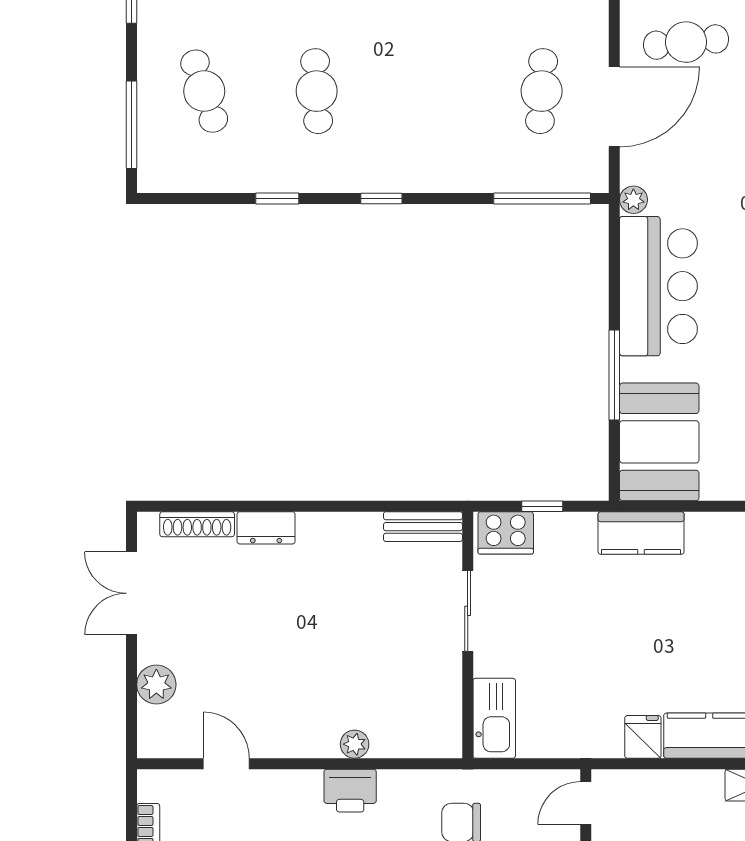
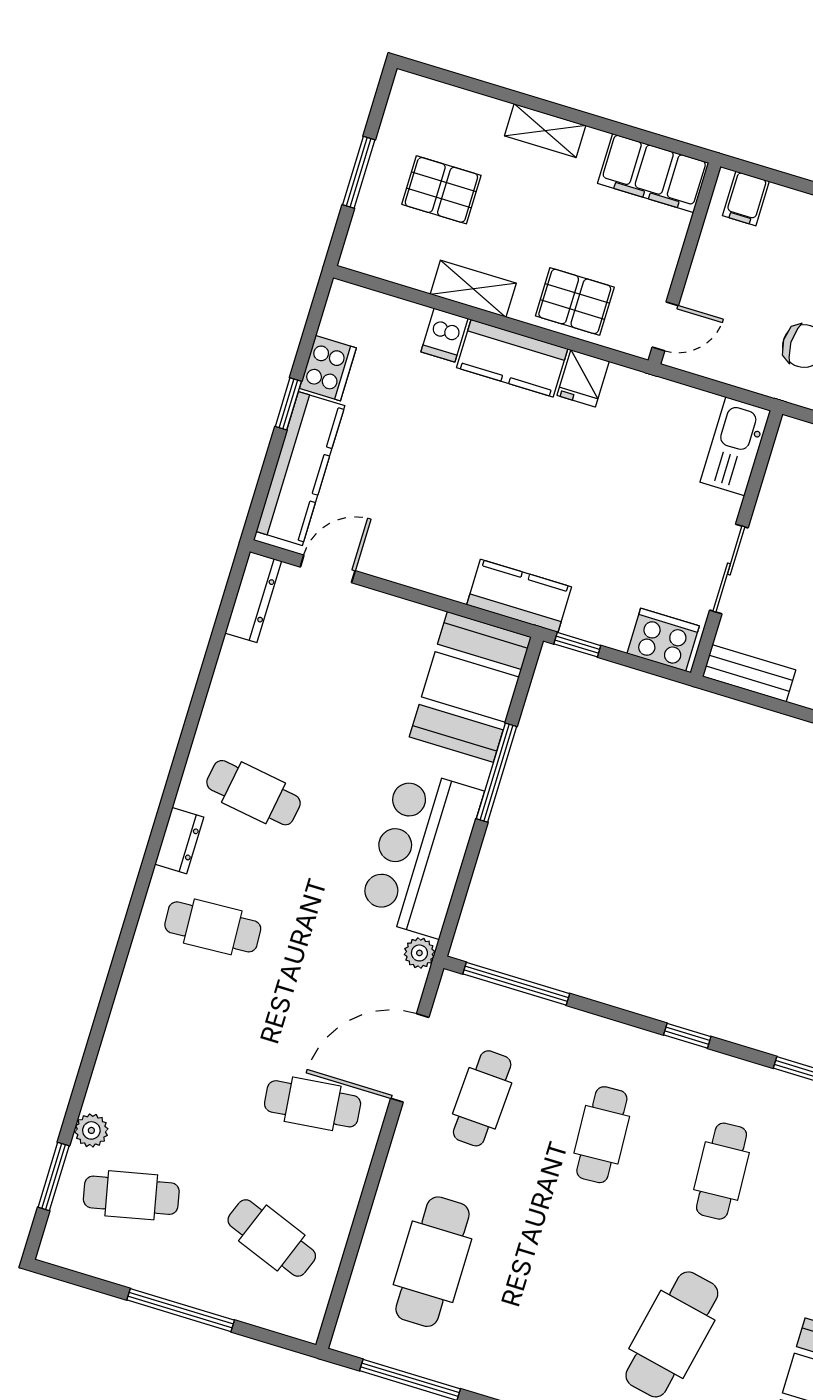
cafe table: (429, 91) -> (602, 1135), added
window: (542, 506) -> (577, 645), moved
pallet: (670, 801) -> (575, 301), added

